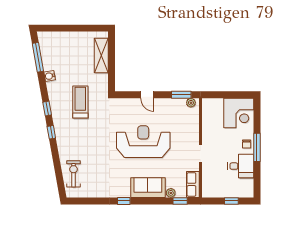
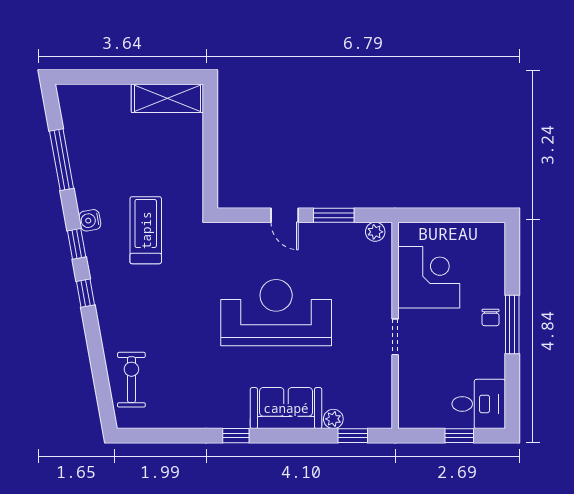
shelving: (101, 56) -> (167, 98), moved, turned 90
window: (38, 57) -> (62, 160), moved
water cooler: (50, 76) -> (90, 220), moved
window: (181, 95) -> (334, 215), moved
corner desk: (239, 113) -> (429, 277), moved, turned -90
desk: (241, 166) -> (479, 404), moved
row of seats: (193, 184) -> (379, 401), removed

